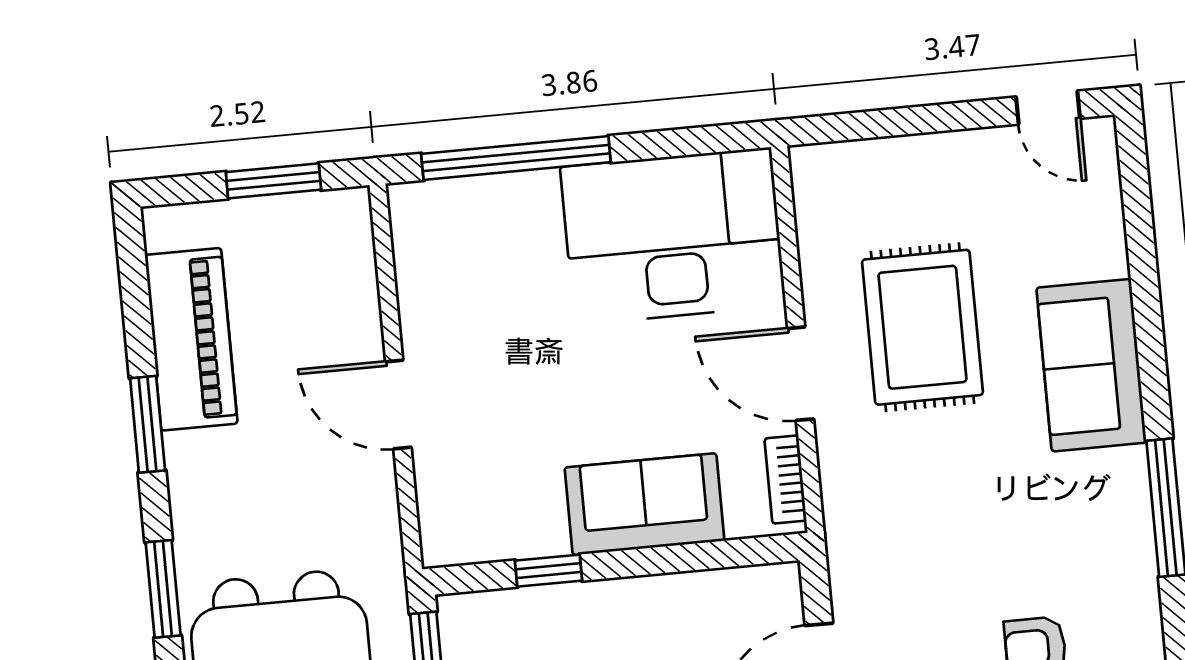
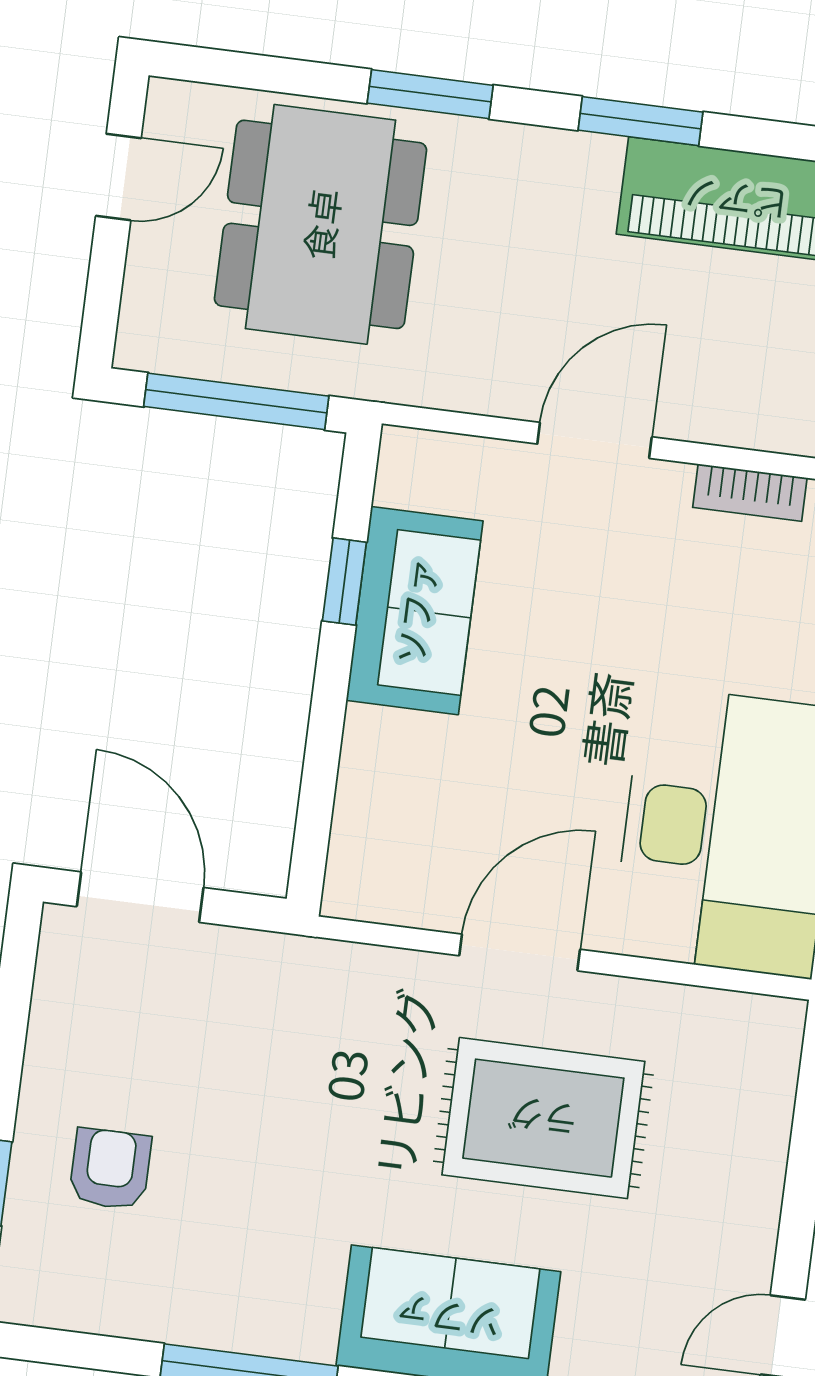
bookcase: (785, 480) -> (750, 493), moved, turned 180
sofa: (644, 504) -> (415, 611), moved

